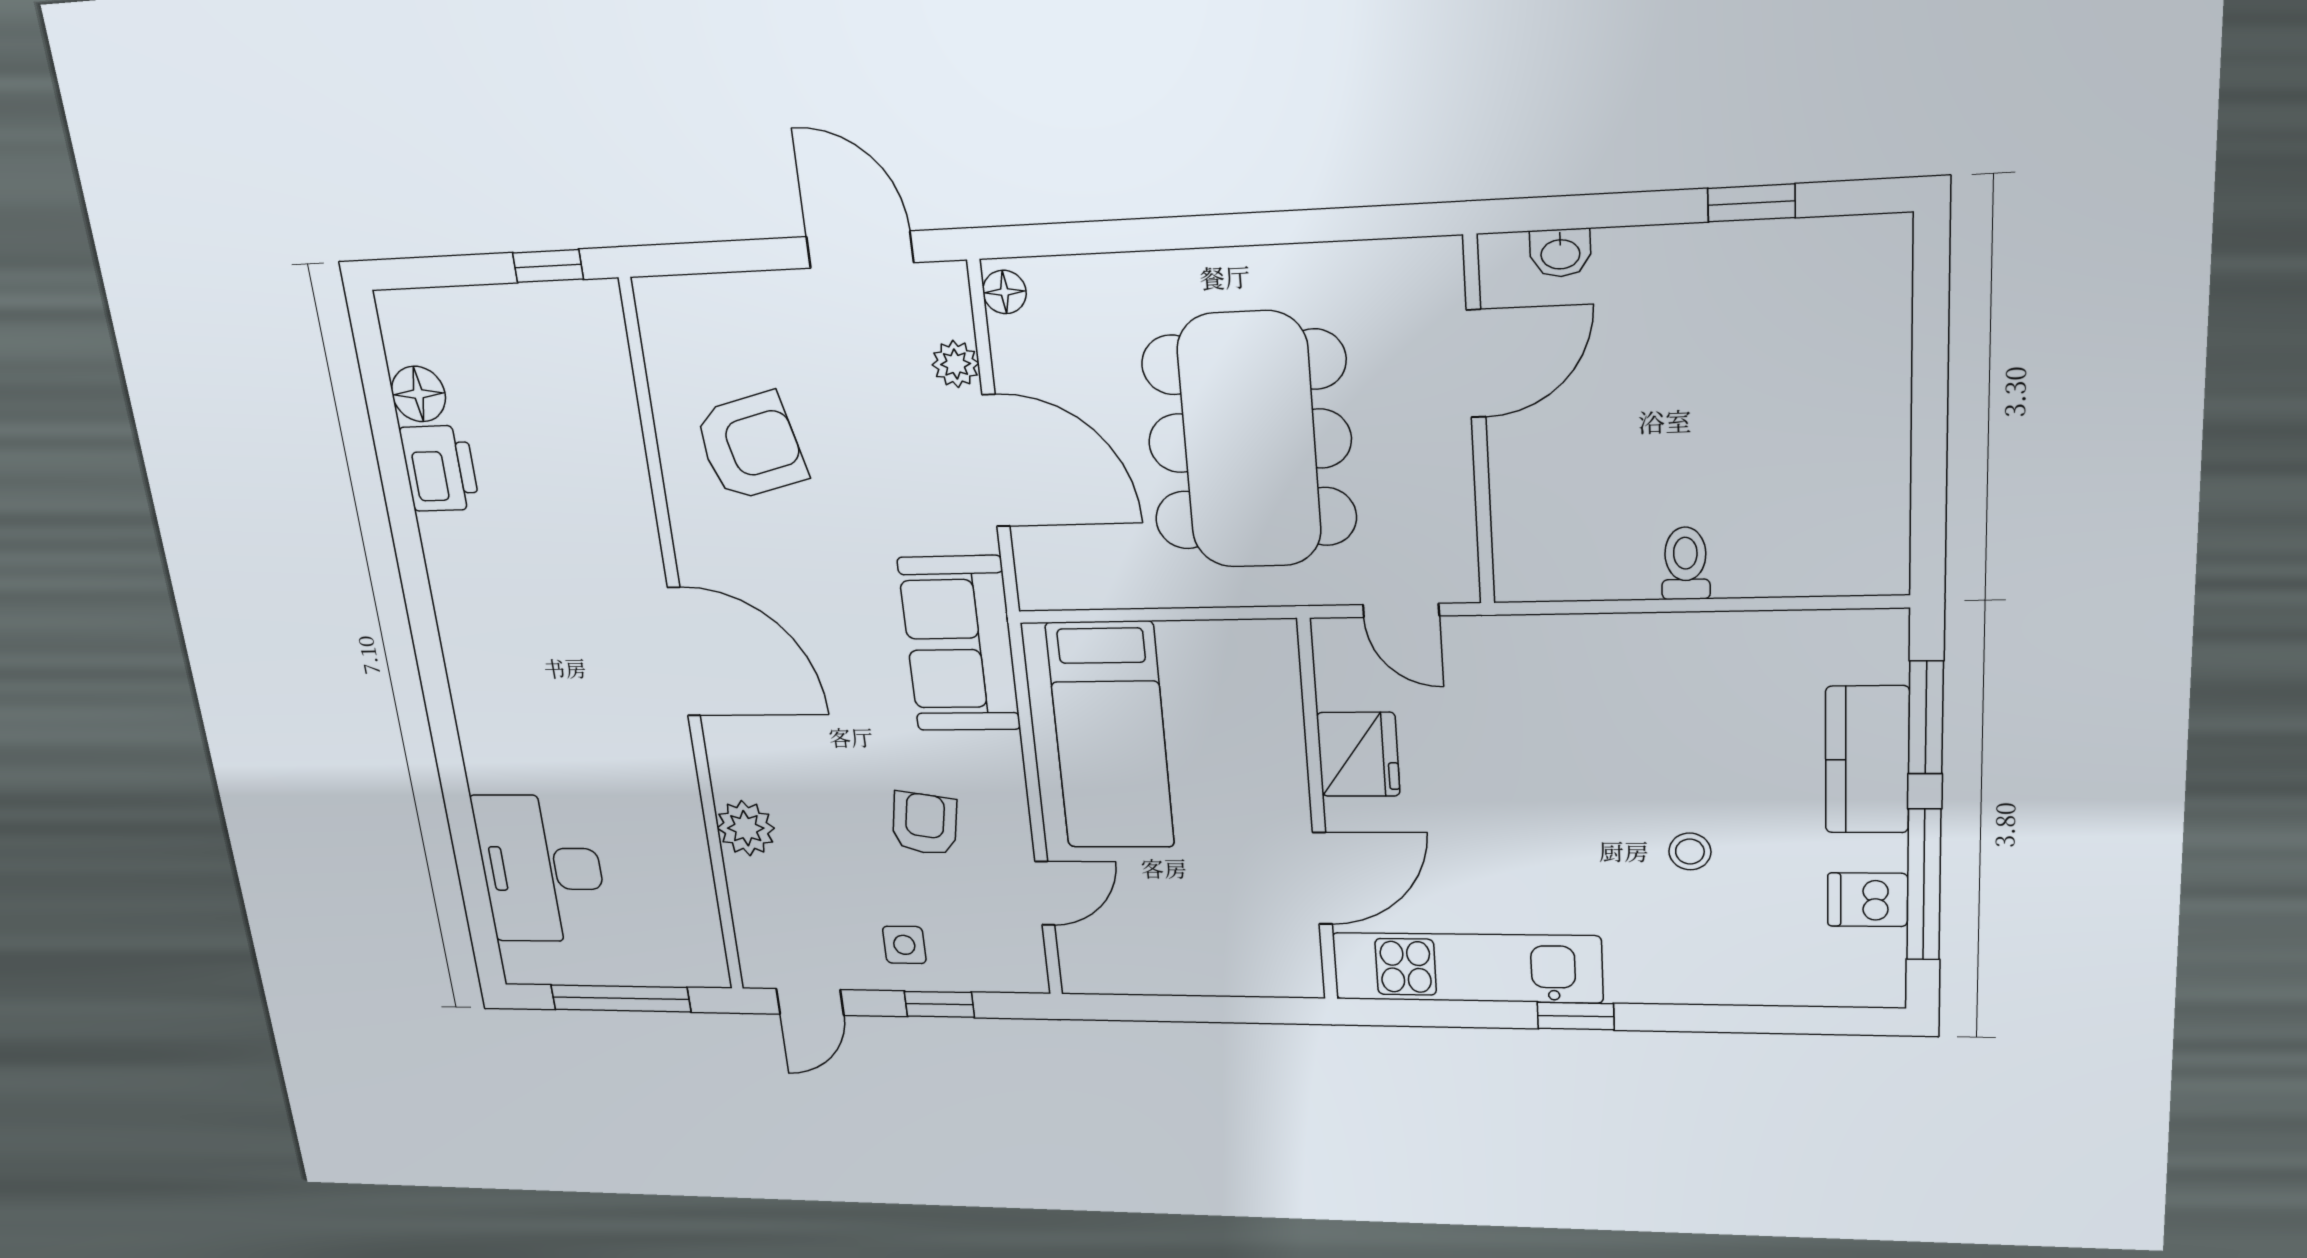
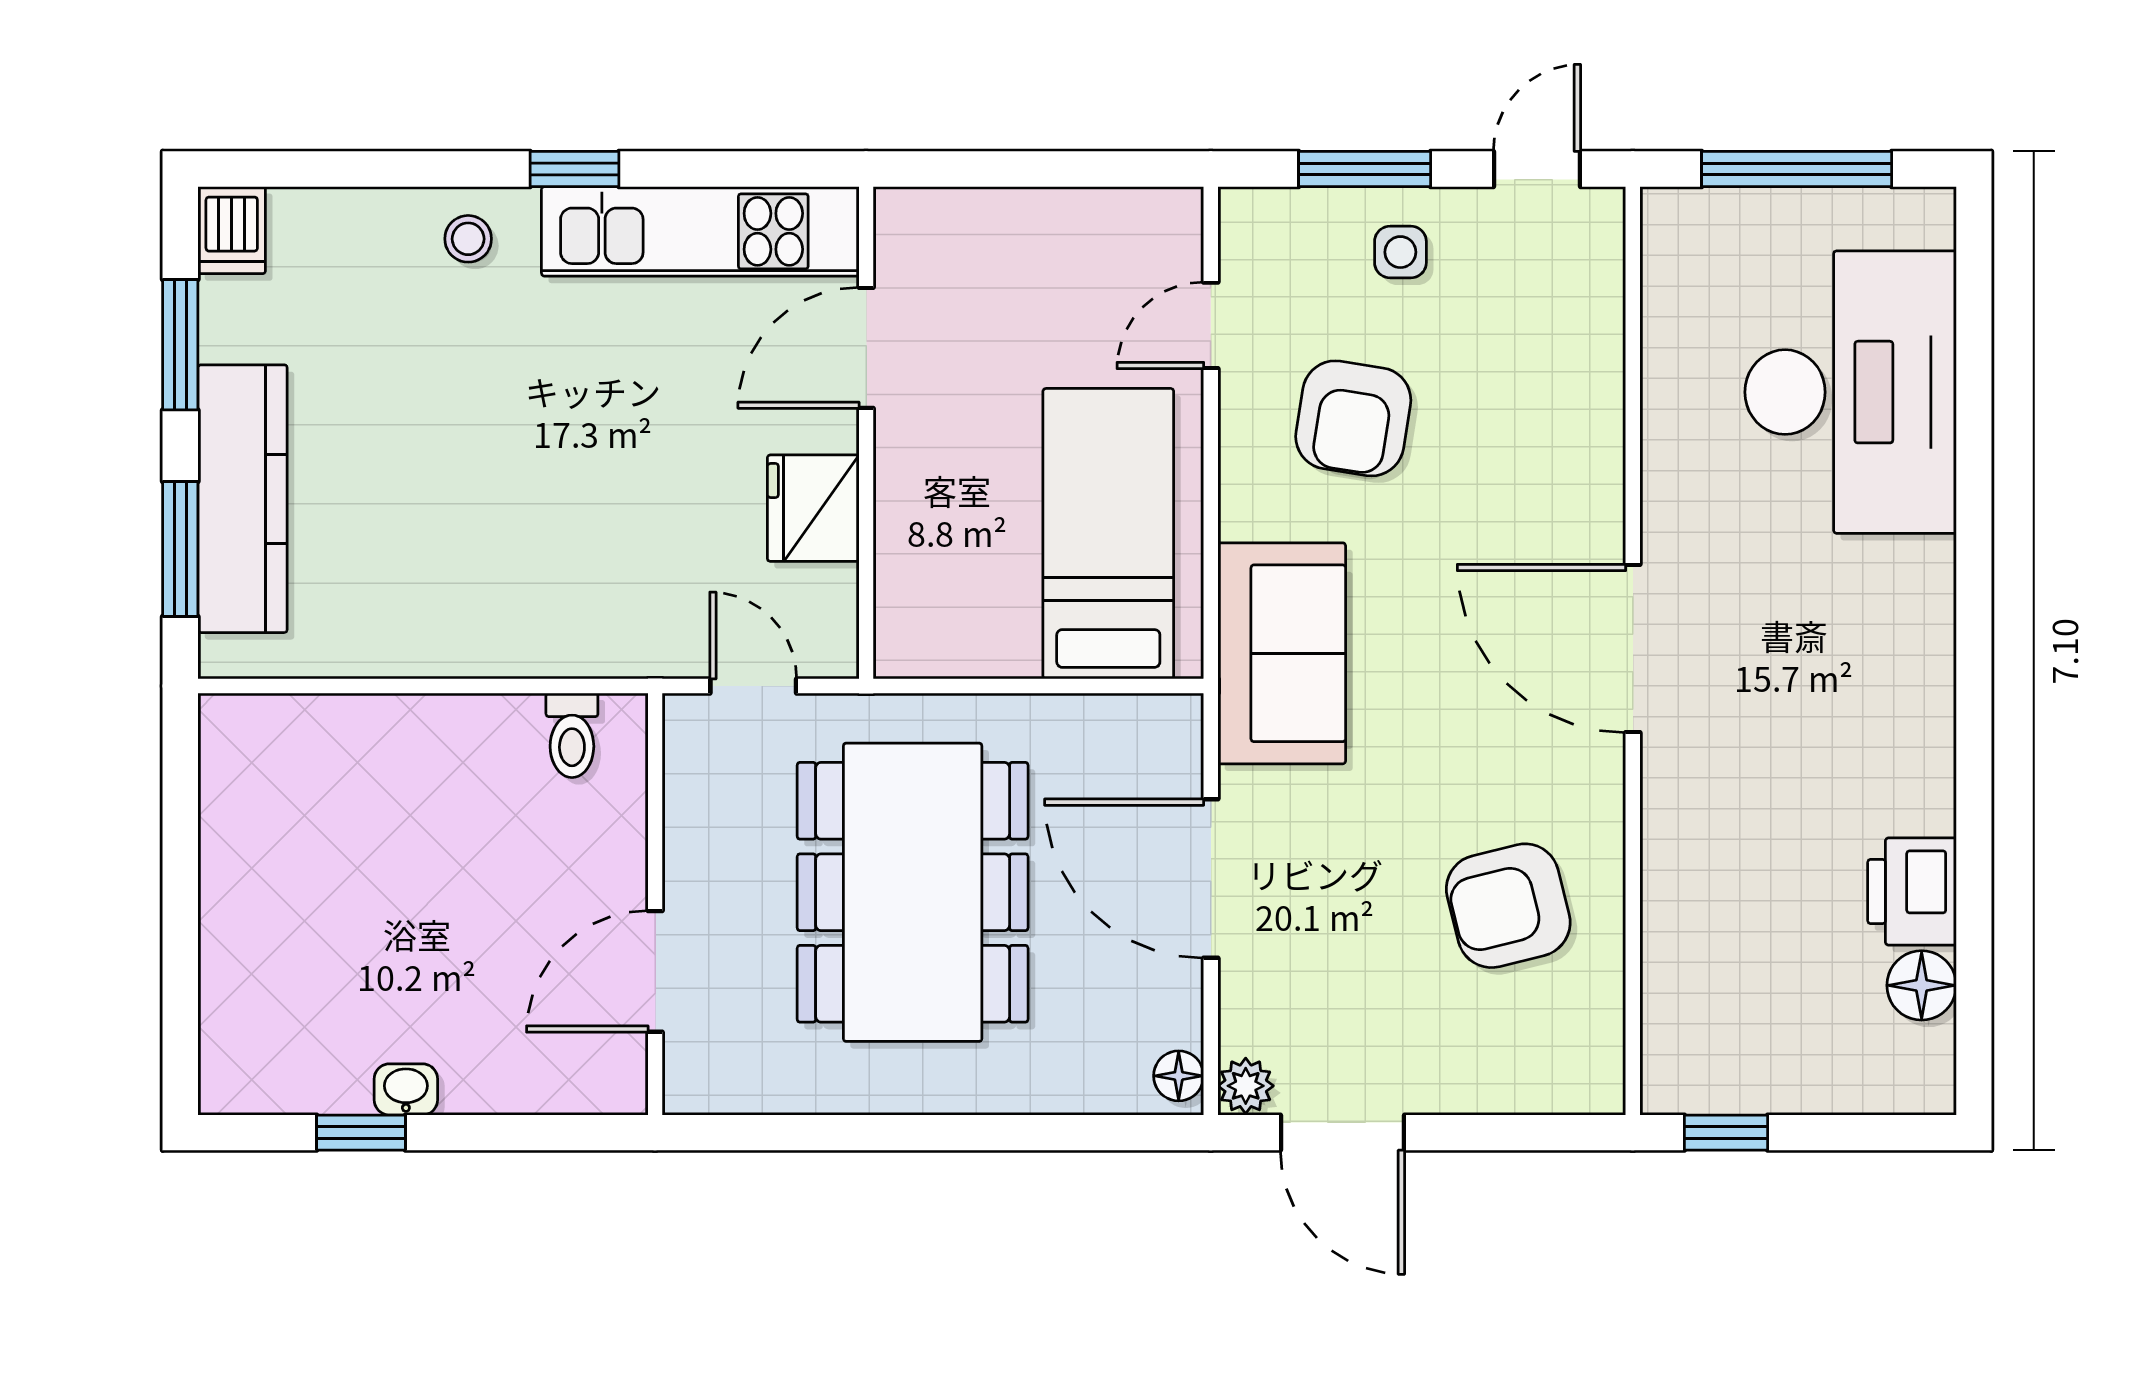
washbasin: (1560, 253) -> (406, 1089), moved
plant: (956, 364) -> (1246, 1086), moved
toilet: (1686, 563) -> (572, 735), moved
kitchen counter: (1867, 760) -> (243, 499), width x1.50
armchair: (925, 824) -> (1353, 418), width x1.38, depth x1.38
plant: (746, 828) -> (1588, 412), removed
stool: (1690, 851) -> (468, 239), moved
desk: (541, 869) -> (1851, 392), width x1.36, depth x1.30
window: (1924, 885) -> (180, 345), width x0.69
dishwasher: (1868, 900) -> (232, 230), moved, turned 90
window: (939, 1004) -> (1365, 169), width x1.50

